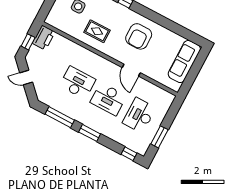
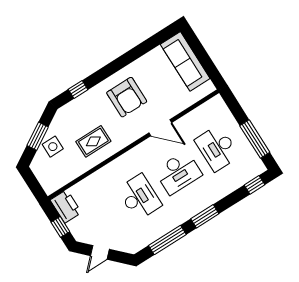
desk: (78, 83) -> (139, 197), turned 90
window: (159, 137) -> (255, 139), width x1.44

